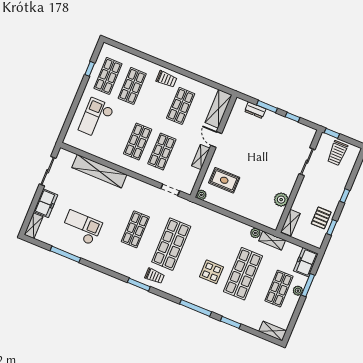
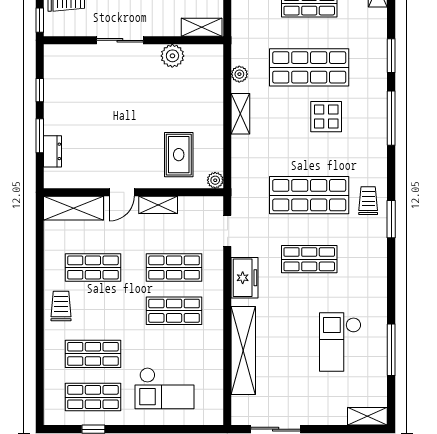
sliding door: (307, 162) -> (120, 40), moved
freezer: (46, 203) -> (244, 278), moved, turned 90
shelving: (272, 240) -> (240, 114), moved

